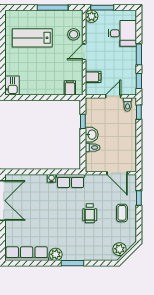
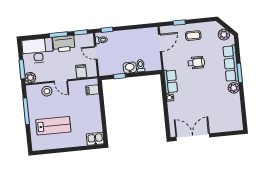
desk: (122, 33) -> (38, 51), width x1.37
lab bench: (32, 38) -> (53, 126), turned -90
printer: (127, 60) -> (64, 44), added
row of seats: (27, 254) -> (231, 63), moved

